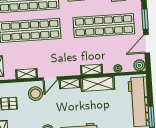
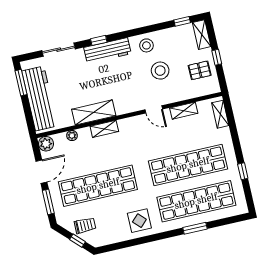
door: (50, 79) -> (154, 109), swing flipped
shelving: (70, 84) -> (128, 107), removed
stool: (35, 94) -> (160, 71), moved

